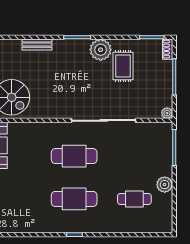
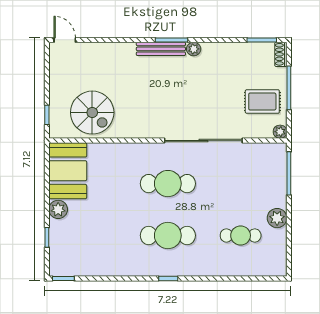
bench: (37, 45) -> (161, 49), moved, width x1.36
plant: (101, 50) -> (194, 49), width x0.53, depth x0.53
rug: (123, 66) -> (262, 102), moved, turned 90

